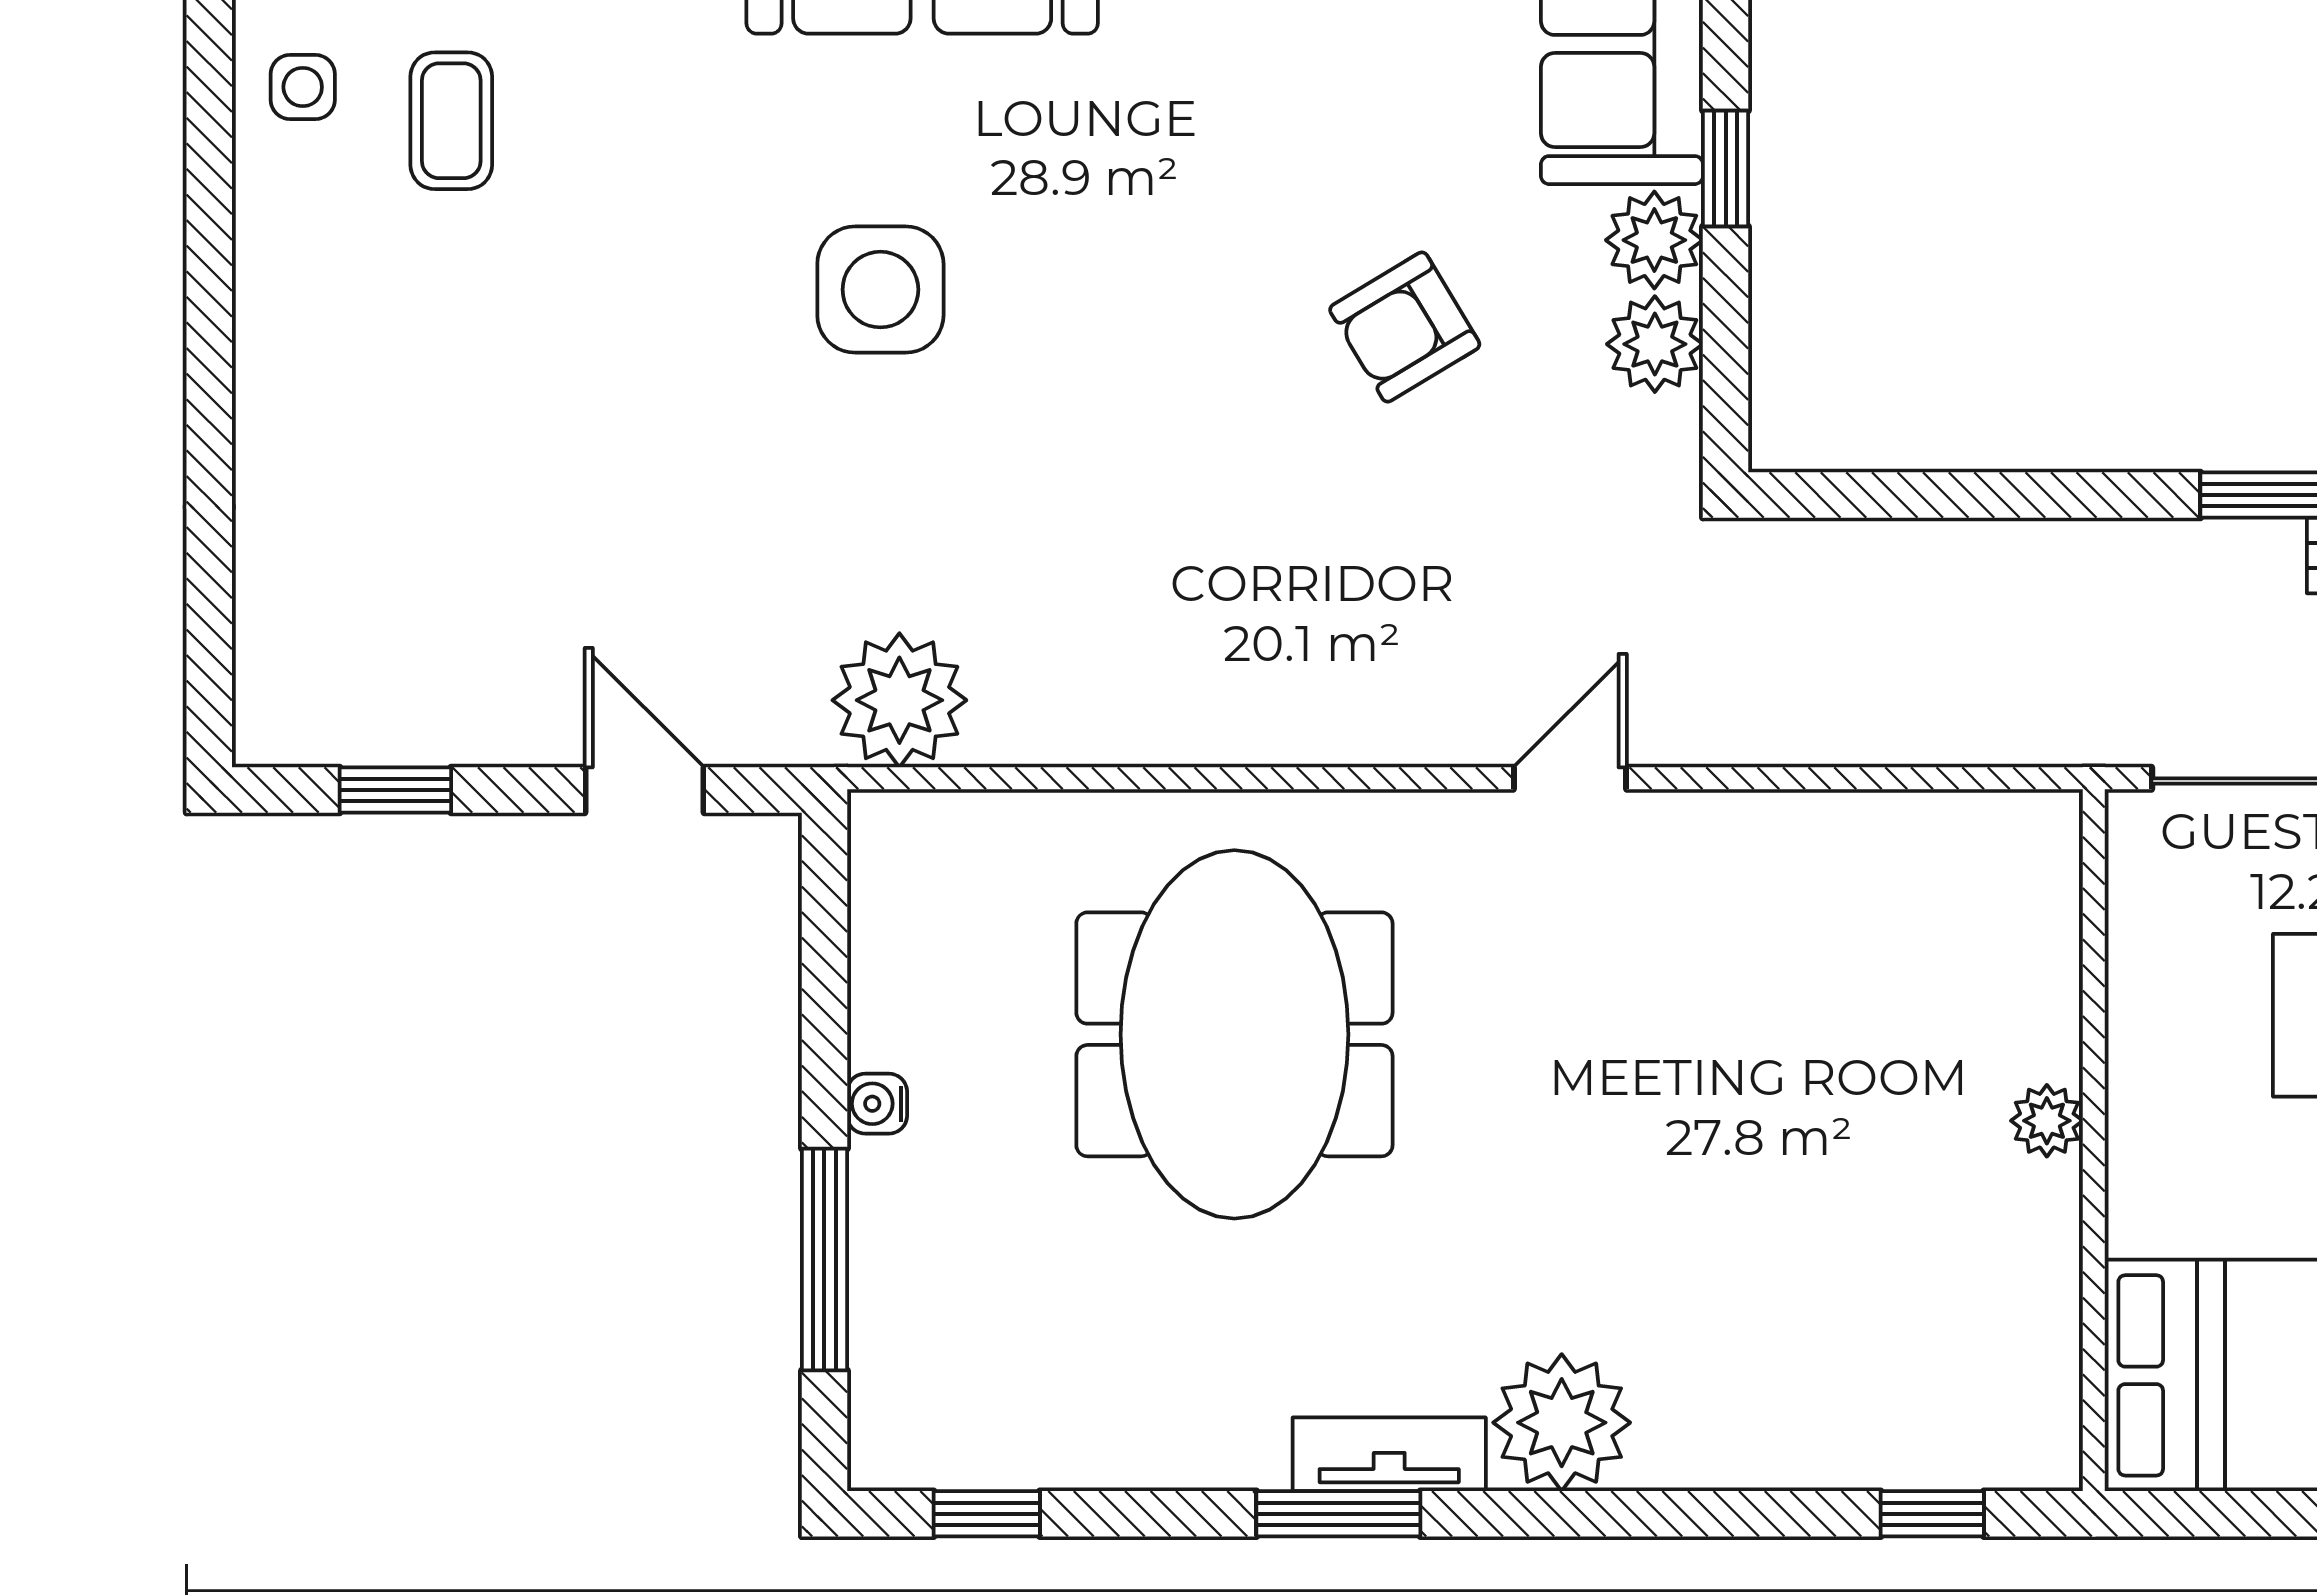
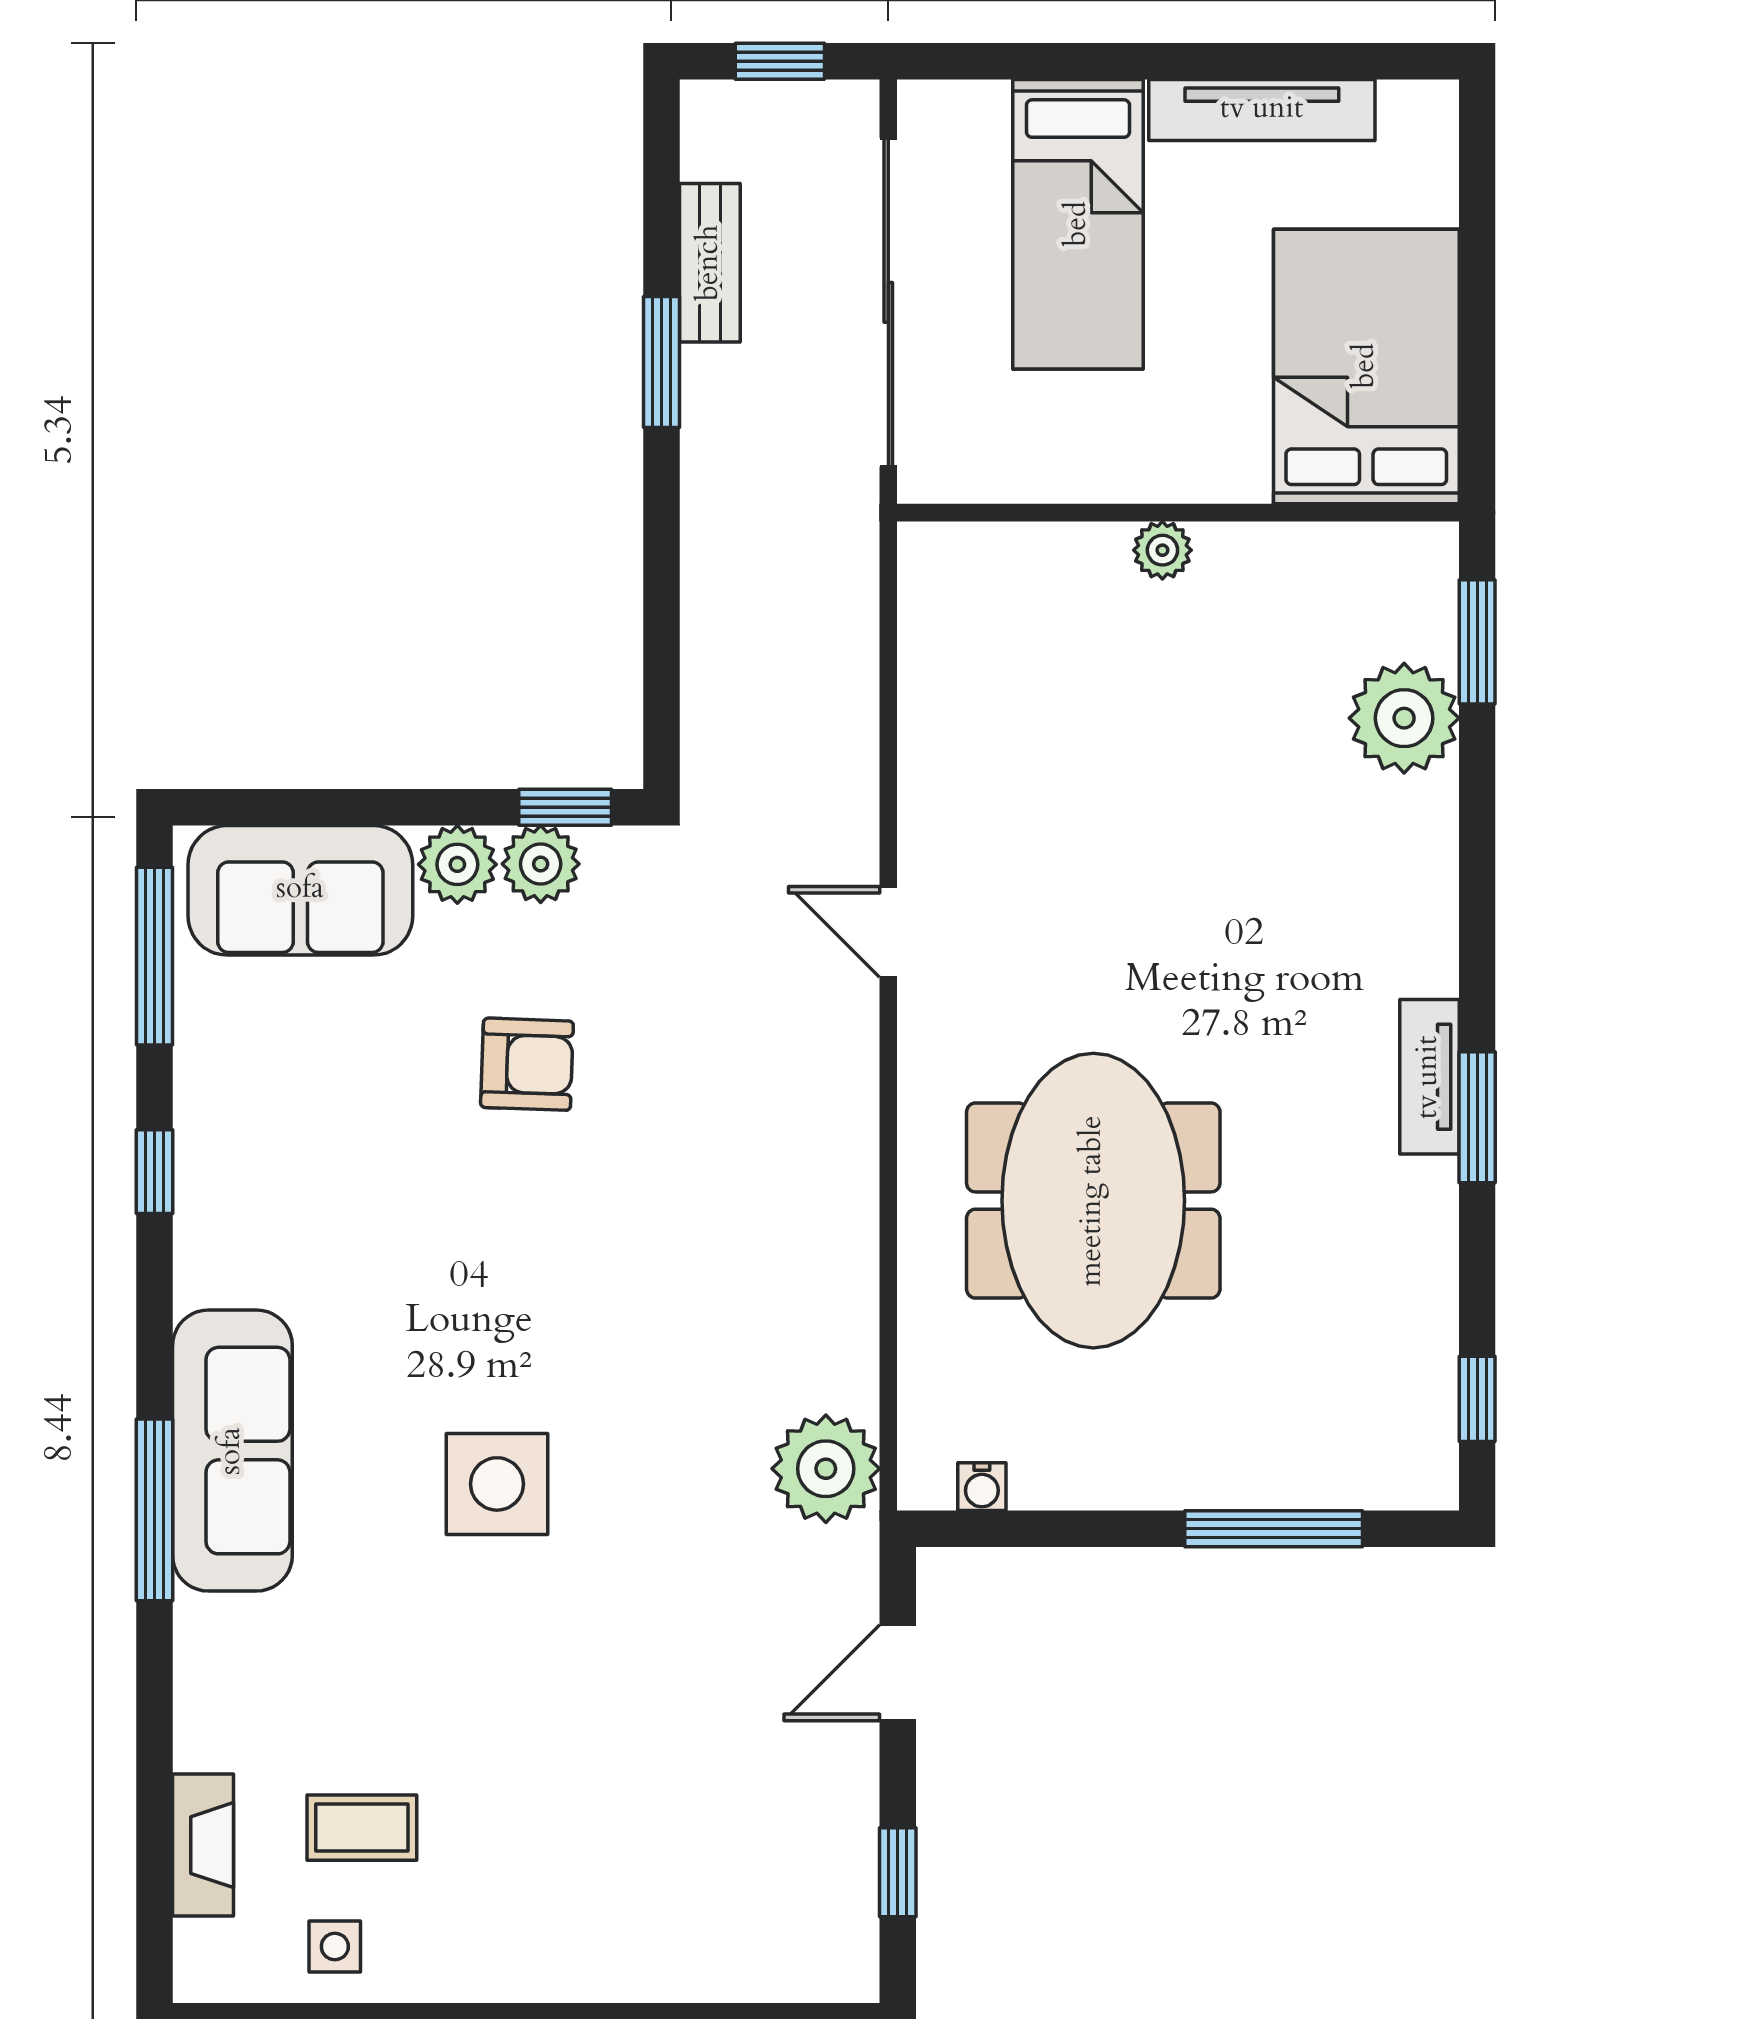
window: (1726, 169) -> (565, 807), moved
armchair: (1405, 327) -> (527, 1064), turned -57
meeting table: (1234, 1034) -> (1093, 1201), turned 90
water cooler: (877, 1104) -> (982, 1487), moved
plant: (1562, 1423) -> (1404, 718), moved
window: (1932, 1514) -> (1477, 642), width x1.50

